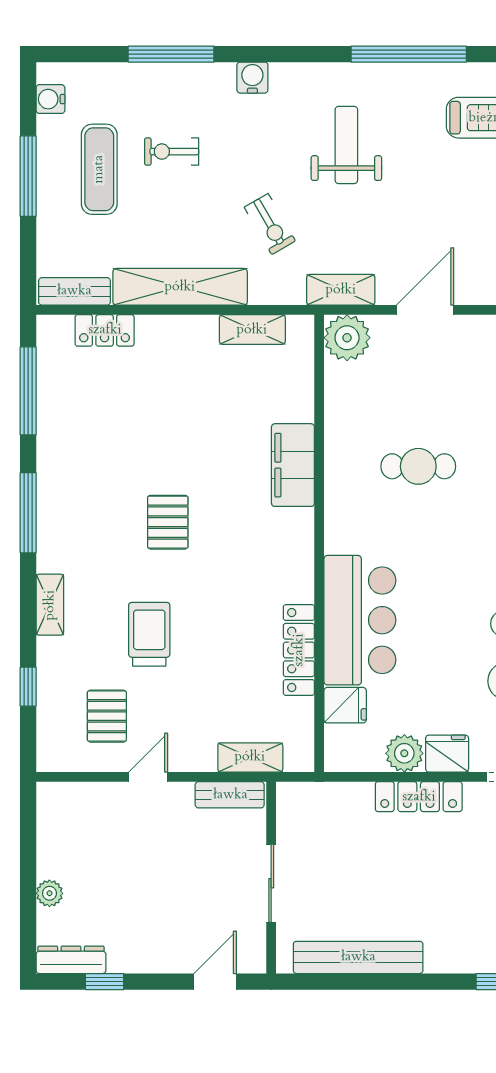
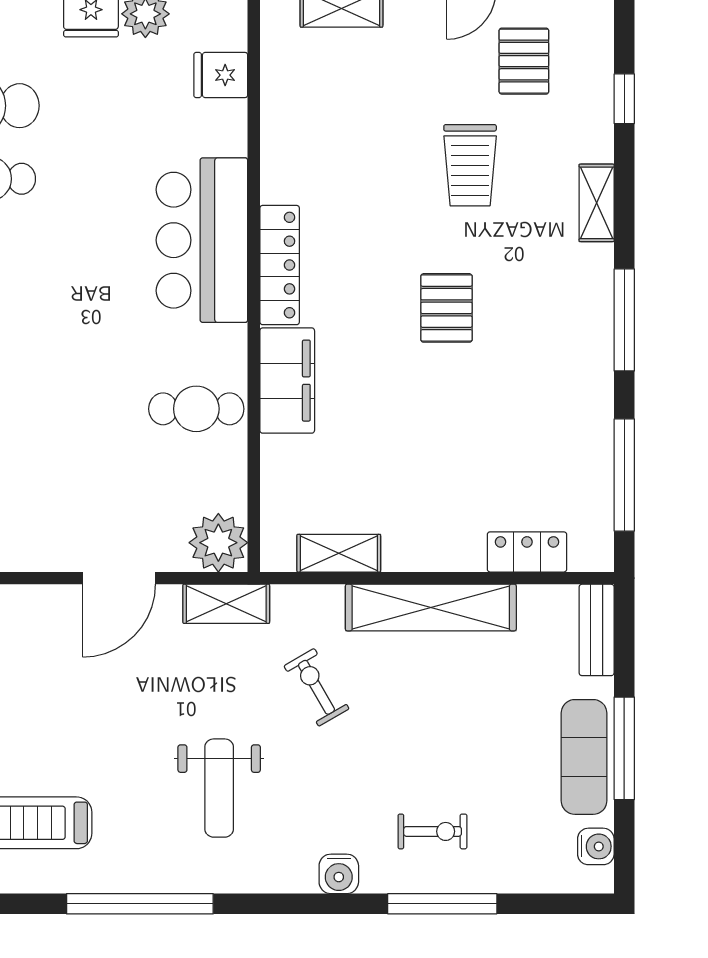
exercise bike: (172, 152) -> (433, 831), moved
exercise mat: (99, 169) -> (584, 757), moved
bench: (74, 291) -> (597, 630), moved, turned 90
cafe table: (418, 466) -> (196, 409), moved
bar counter: (360, 620) -> (202, 240), moved
locker: (299, 650) -> (280, 265), moved

